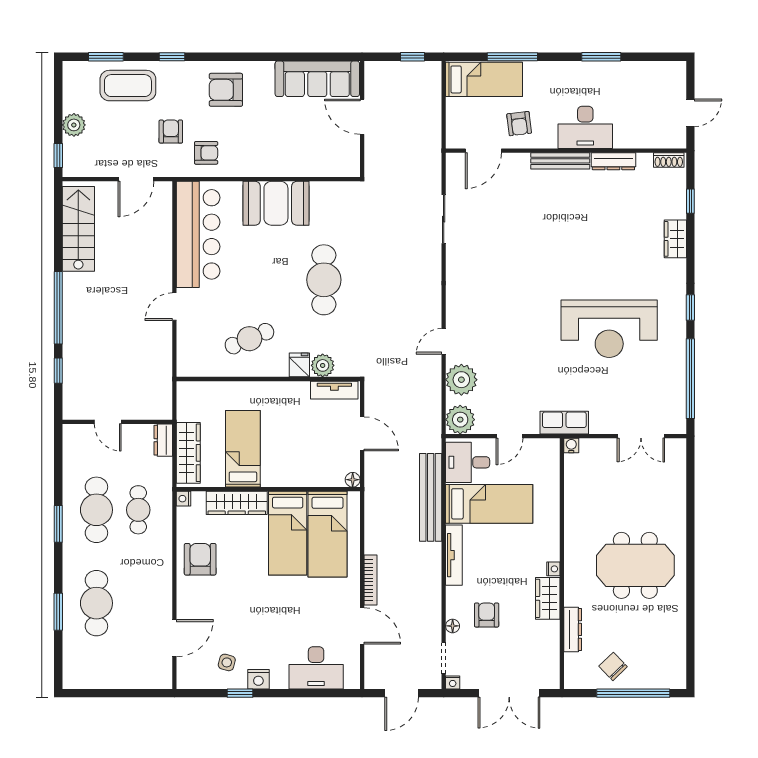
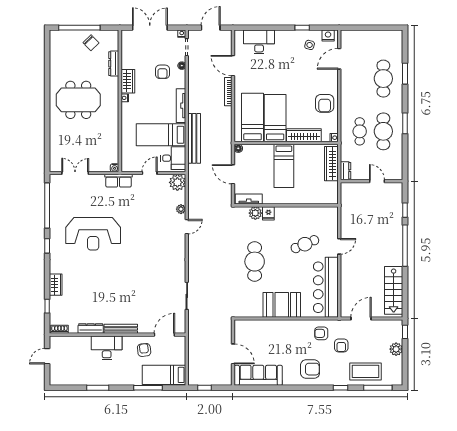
window: (106, 57) -> (378, 388), width x1.44
reception desk: (609, 329) -> (93, 234), turned 180
cafe table: (249, 339) -> (305, 244), moved
plant: (461, 380) -> (181, 209), width x0.53, depth x0.53
bed: (243, 449) -> (284, 166), moved
nightstand: (258, 679) -> (328, 35), moved

